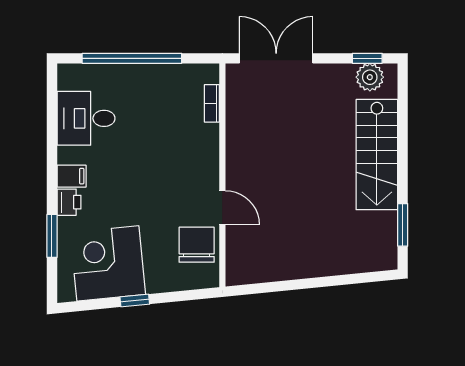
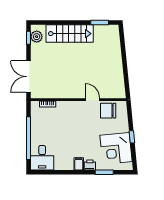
desk: (86, 118) -> (42, 158), moved
door: (222, 208) -> (92, 100), hinge flipped

